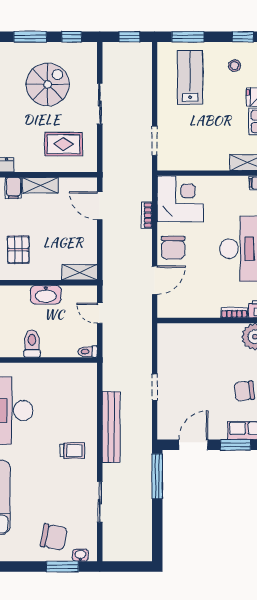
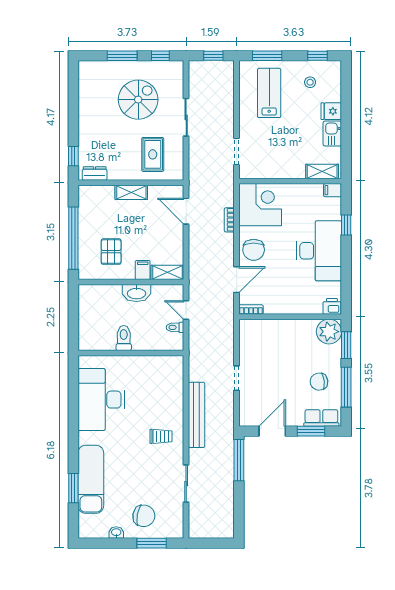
rug: (63, 144) -> (153, 154), turned 90
filing cabinet: (13, 188) -> (143, 270), moved, turned 180
bookcase: (234, 313) -> (251, 310), moved
toilet: (88, 352) -> (175, 327), moved
washbasin: (80, 555) -> (116, 533), moved

